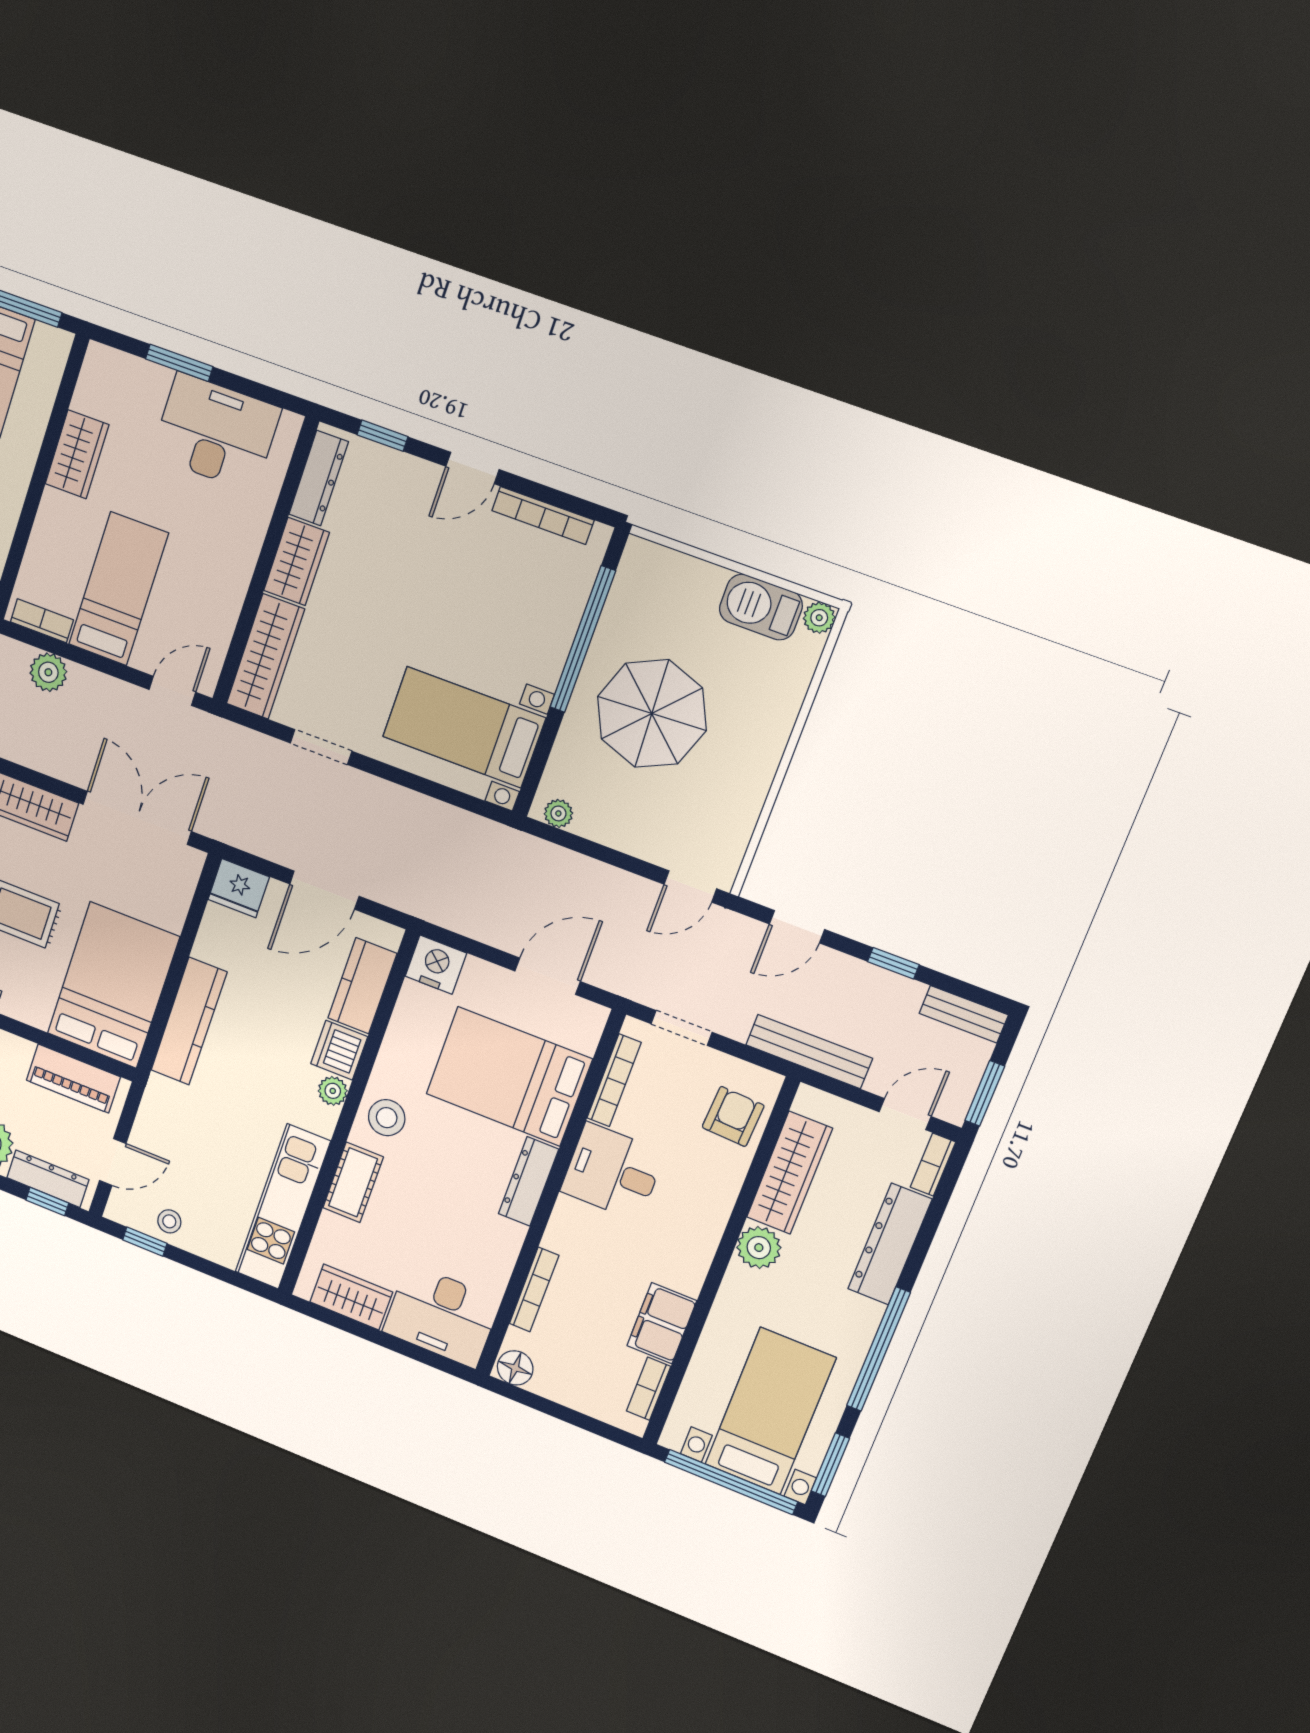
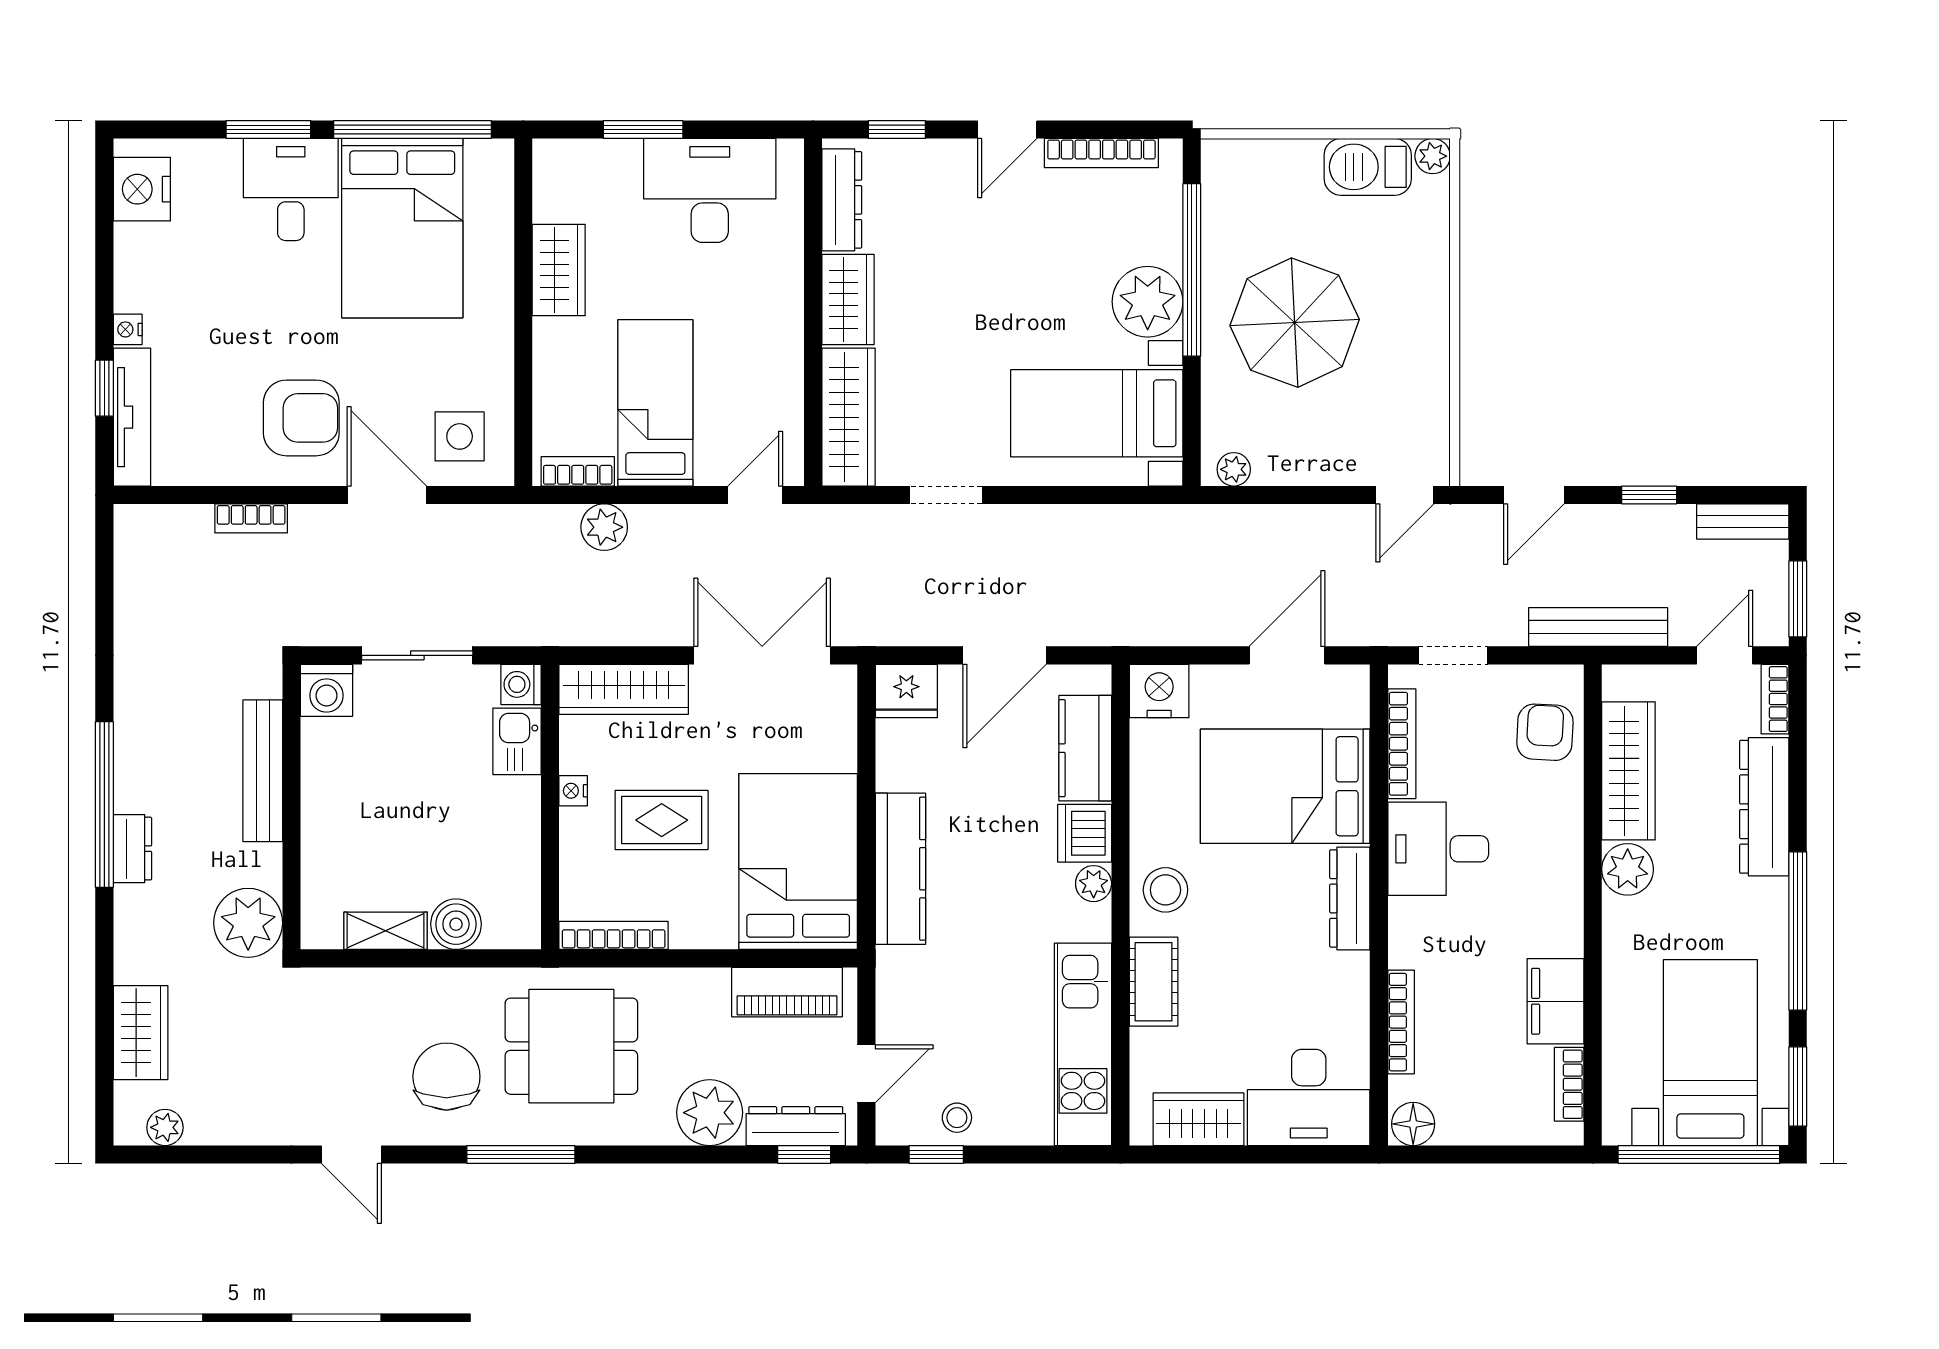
plant: (537, 652) -> (1148, 302), added

